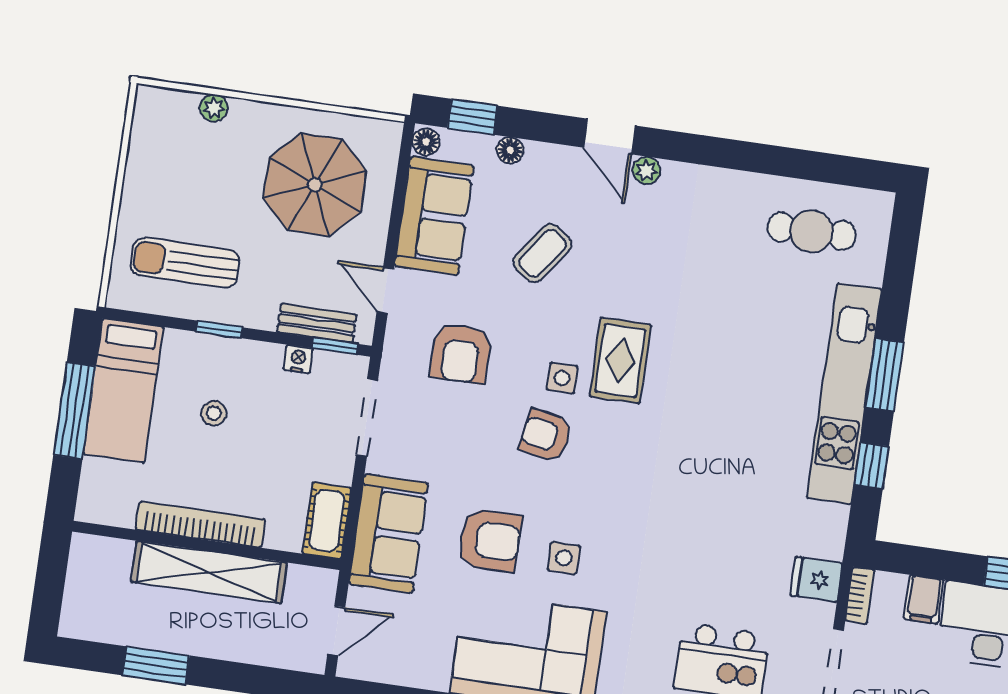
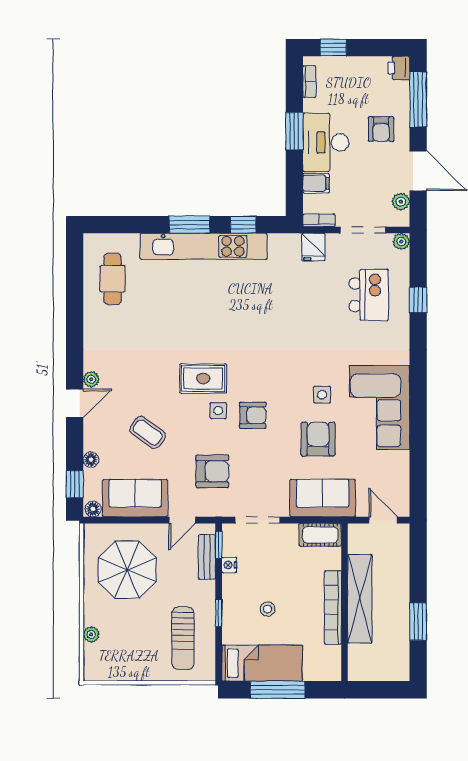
armchair: (546, 436) -> (253, 415), turned -101

